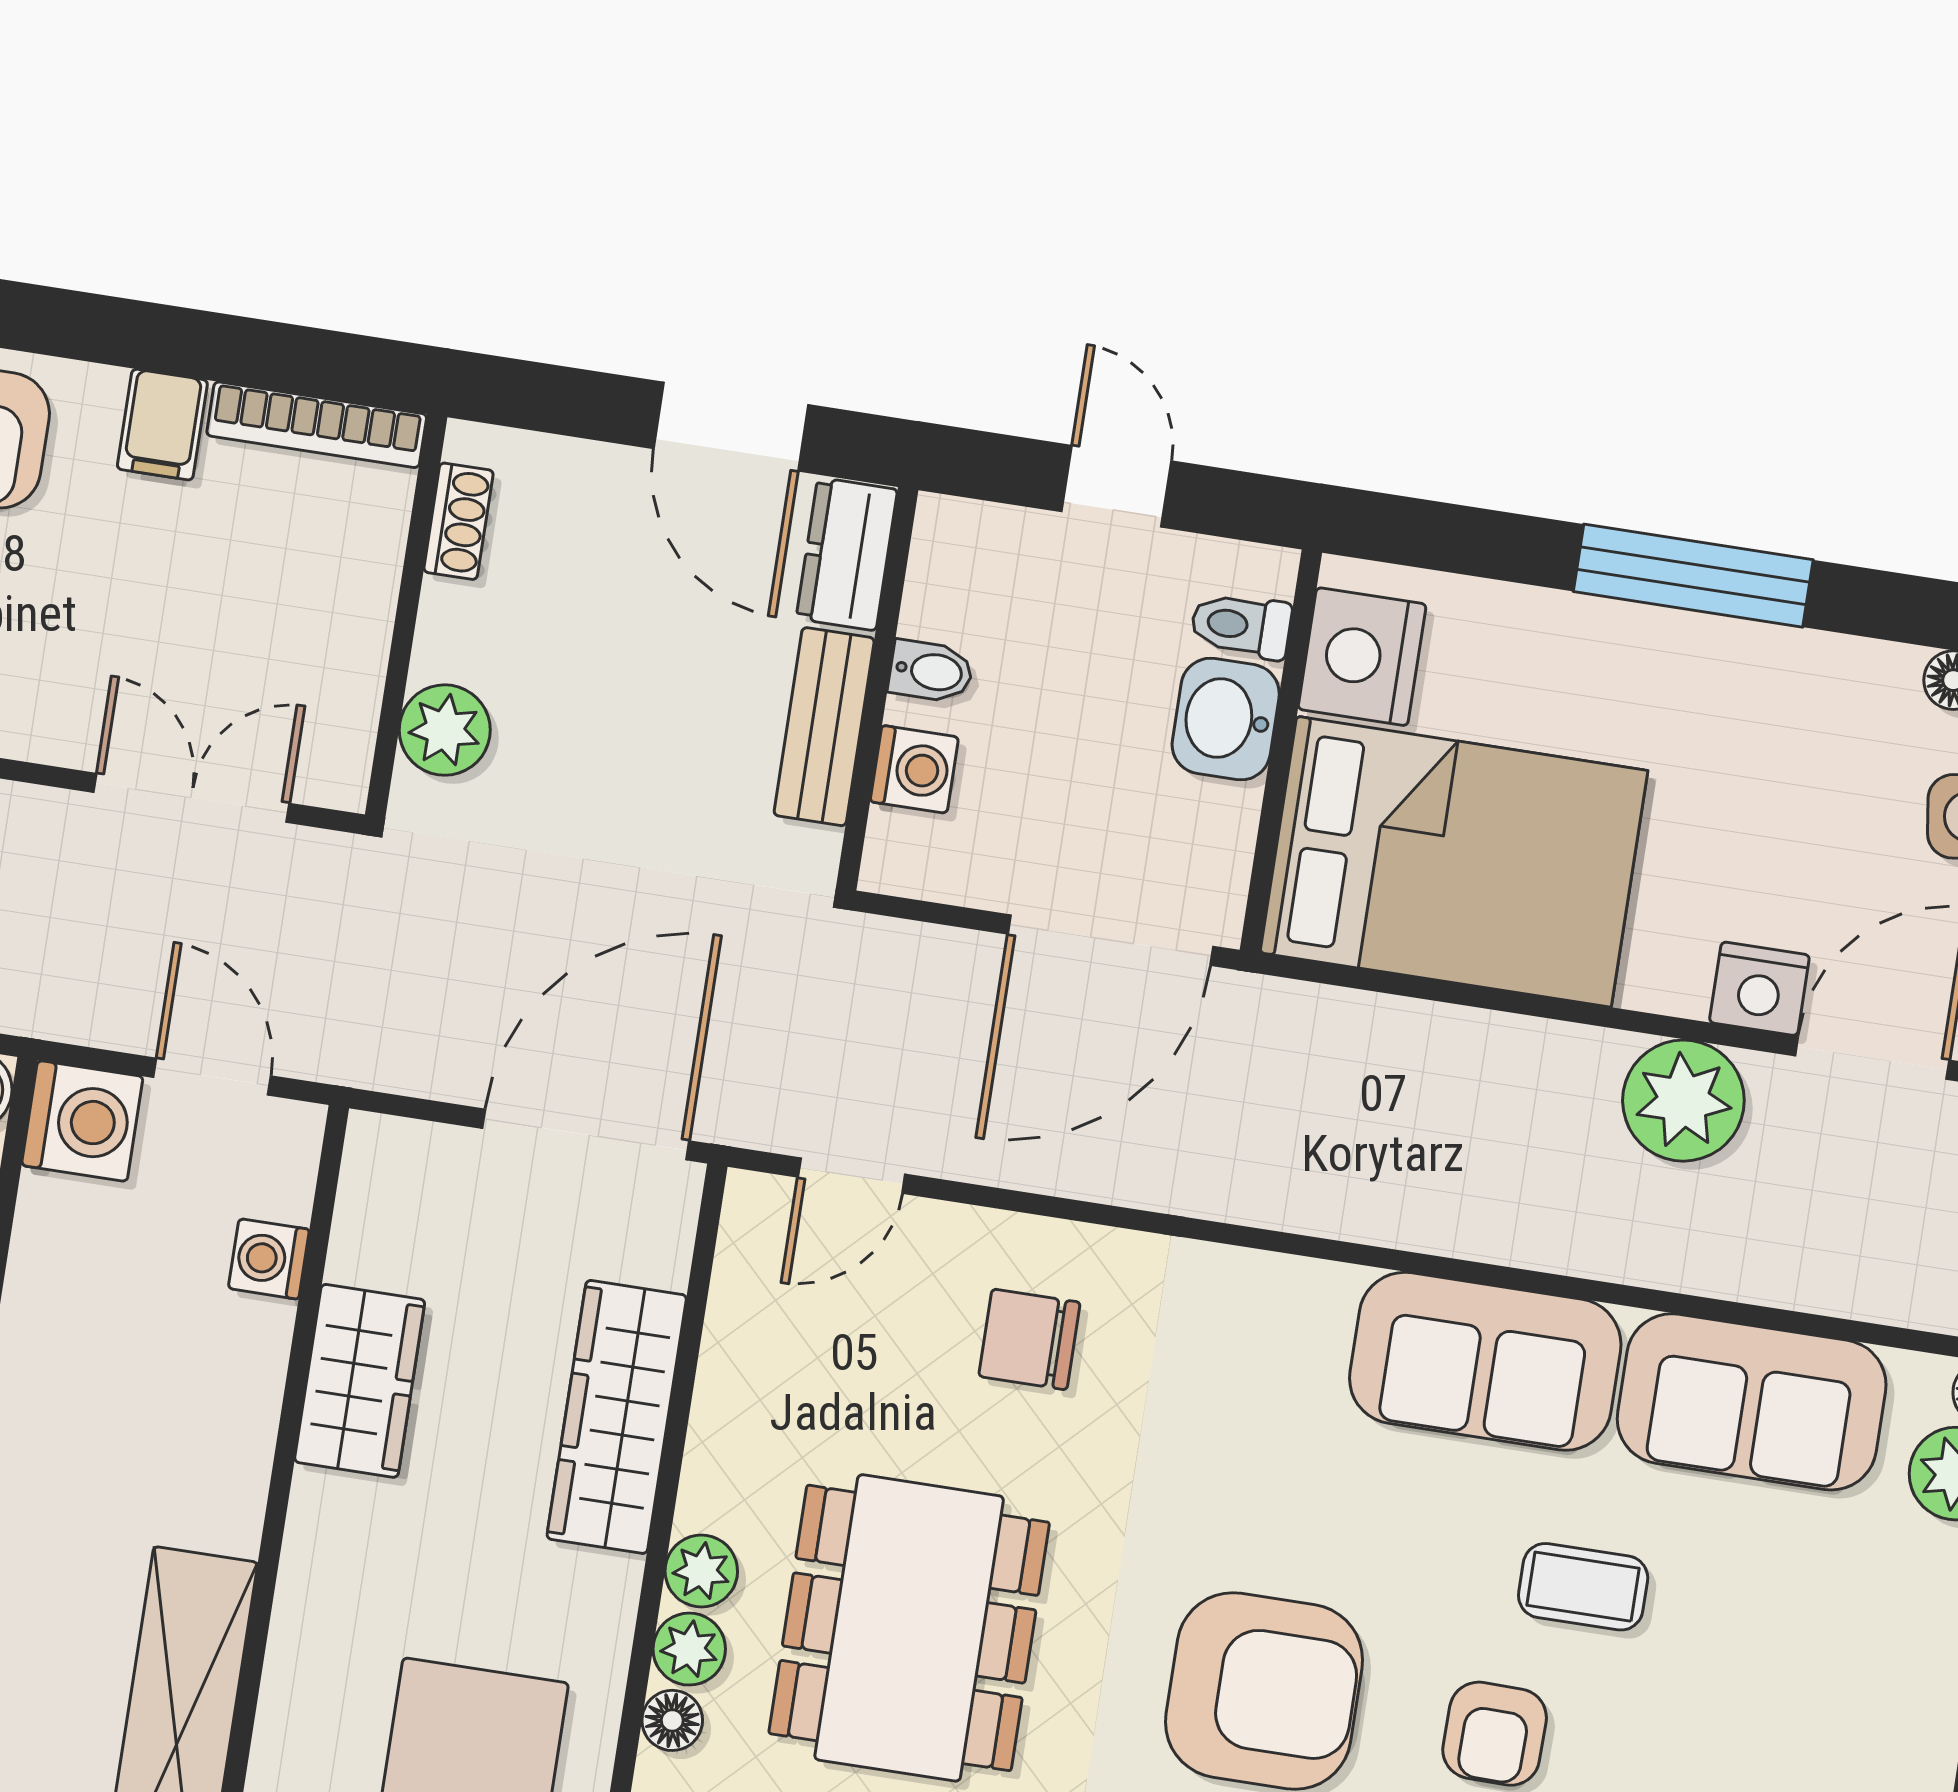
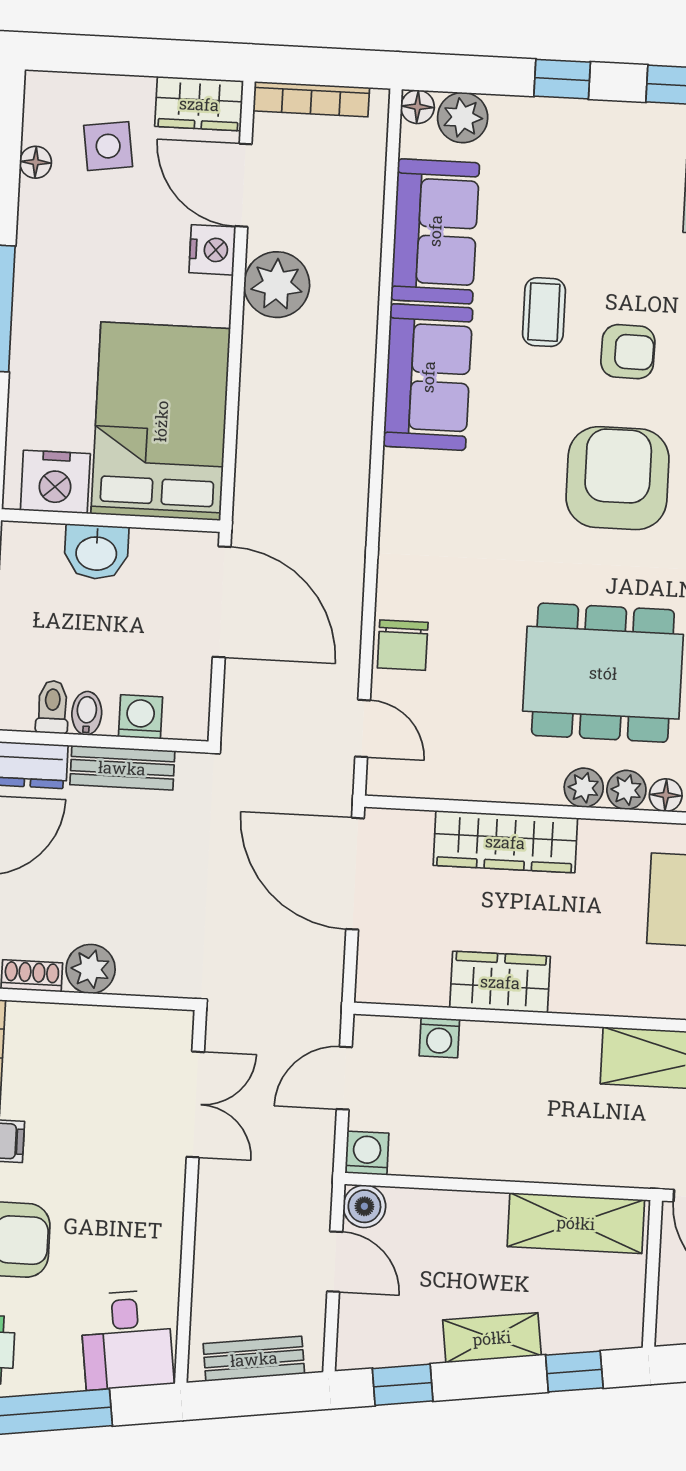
toilet: (1241, 625) -> (52, 707), moved, turned 180
plant: (445, 730) -> (91, 969), moved
double door: (191, 798) -> (195, 1104), swing flipped
washing machine: (82, 1121) -> (367, 1153), width x0.73, depth x0.73
chair: (1029, 1339) -> (403, 645), moved

